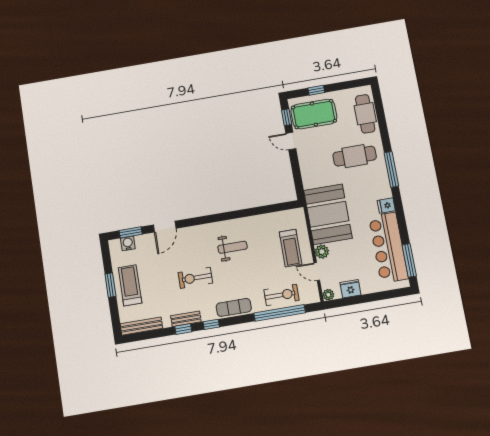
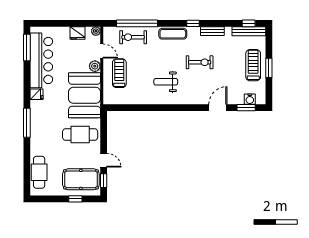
cafe table: (355, 156) -> (80, 135), moved
treadmill: (130, 285) -> (253, 65), turned 180
window: (183, 329) -> (249, 23), moved

